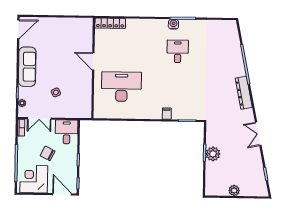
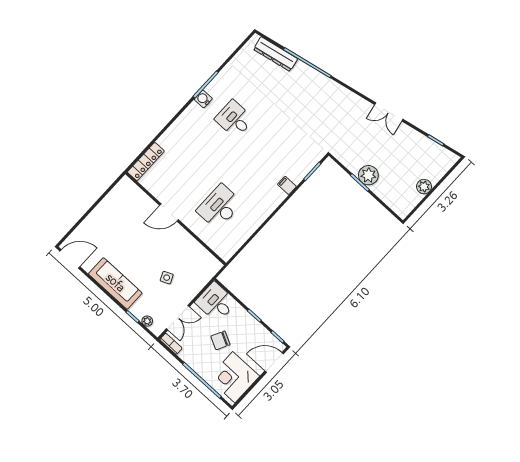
door: (18, 29) -> (70, 259), hinge flipped
desk: (121, 87) -> (219, 207), width x0.73, depth x0.77
dresser: (244, 93) -> (275, 54), moved

